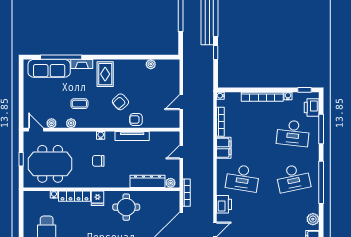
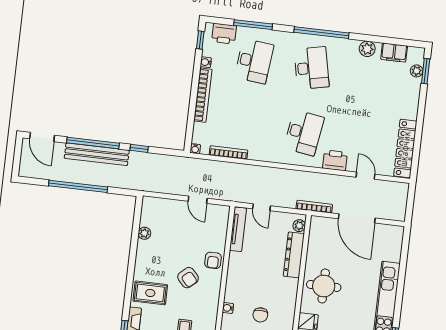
tv unit: (132, 136) -> (238, 229), moved
filing cabinet: (224, 148) -> (262, 152), removed

